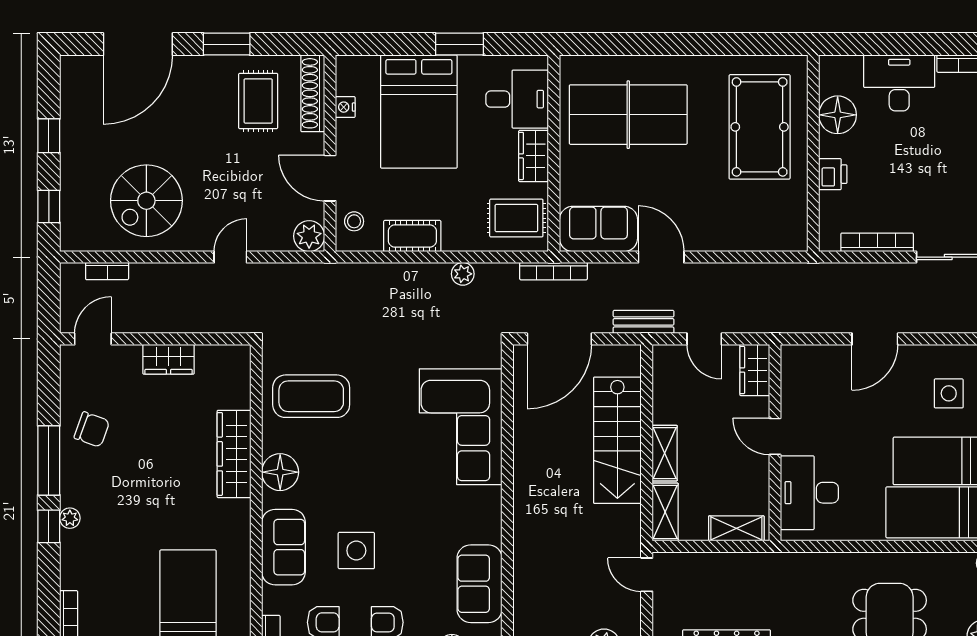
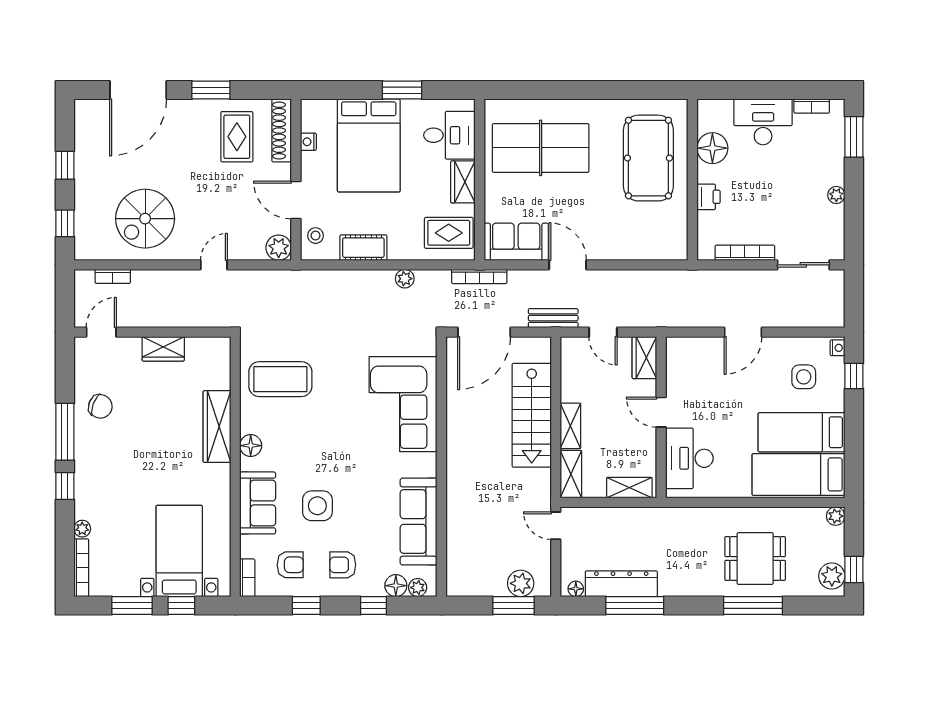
floor lamp: (280, 472) -> (251, 446), width x0.73, depth x0.73
plant: (70, 518) -> (82, 529), moved
sofa: (480, 584) -> (419, 522), width x1.36

